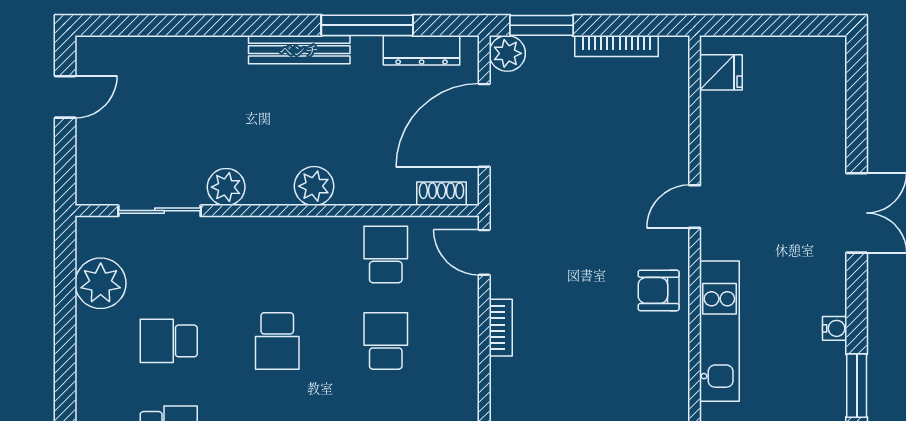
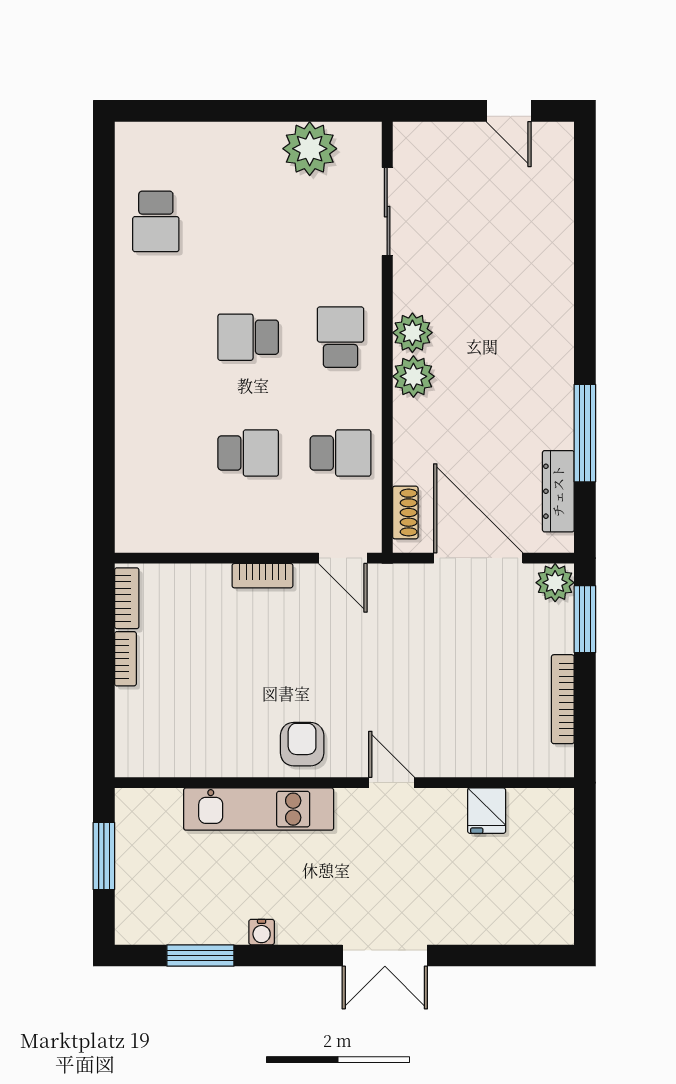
bench: (299, 50) -> (559, 361), removed
fridge: (721, 72) -> (487, 811), moved
plant: (226, 187) -> (412, 333), moved
door: (484, 252) -> (343, 558), swing flipped
school desk: (169, 341) -> (341, 337), moved

